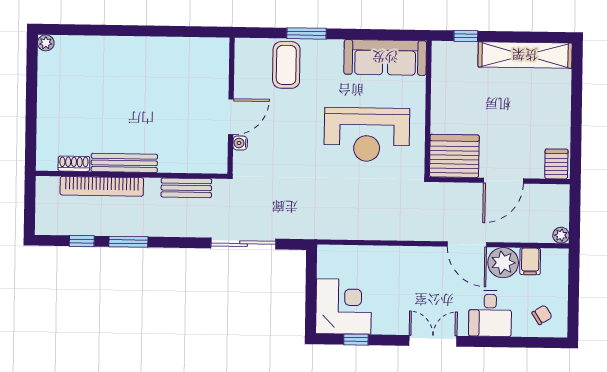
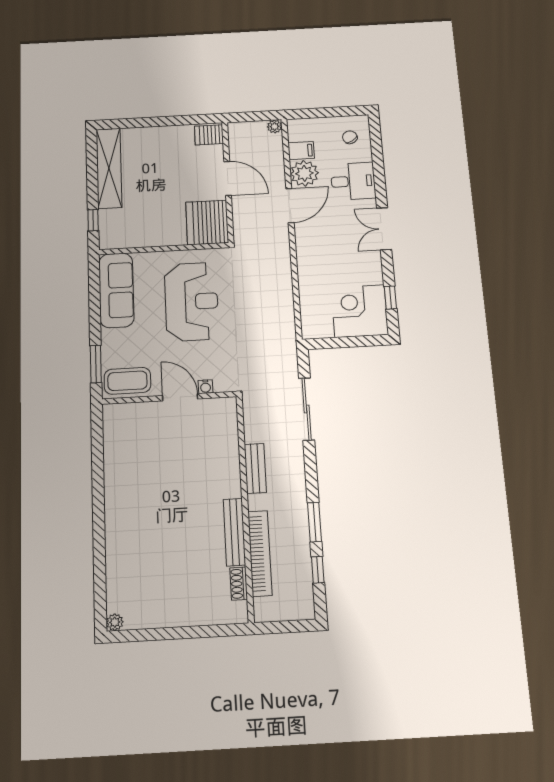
wall: (231, 106) -> (169, 398), moved
door: (231, 117) -> (180, 397), moved
water cooler: (240, 143) -> (206, 387), moved

